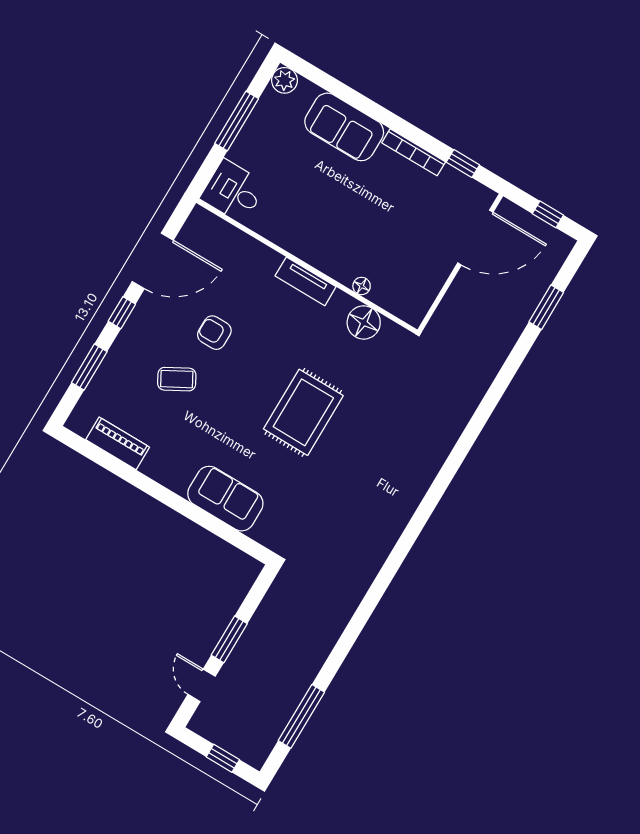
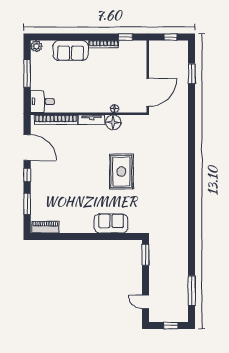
door: (475, 238) -> (148, 92), moved
bookcase: (239, 241) -> (56, 120), added
door: (153, 261) -> (27, 148), hinge flipped
floor lamp: (364, 322) -> (113, 122), moved
armchair: (214, 333) -> (68, 161), removed
coffee table: (177, 379) -> (64, 188), removed
piano: (118, 443) -> (45, 227), moved
window: (229, 639) -> (145, 255), moved

